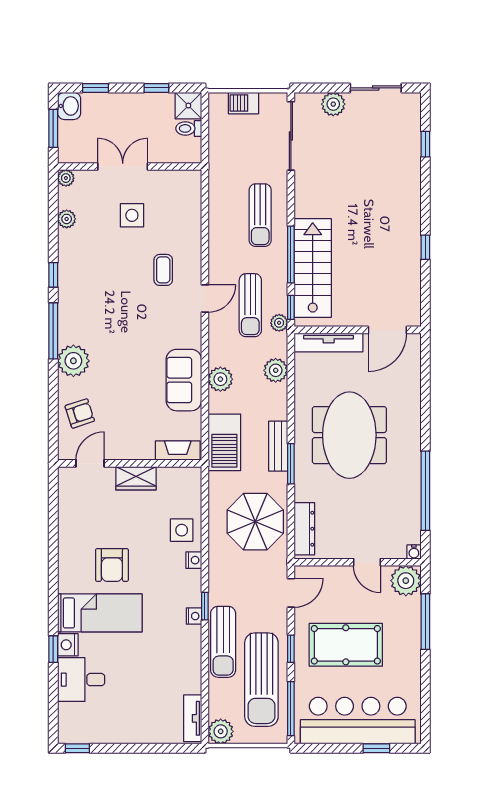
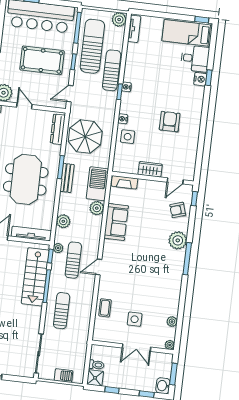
plant: (333, 104) -> (12, 369), removed
coffee table: (163, 270) -> (105, 308), moved
window: (53, 275) -> (194, 199), moved
plant: (220, 379) -> (97, 208), moved
bed: (100, 613) -> (187, 33), moved

